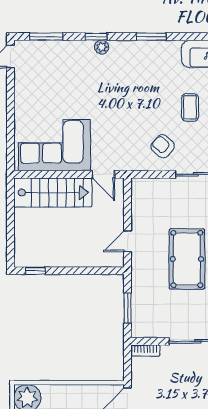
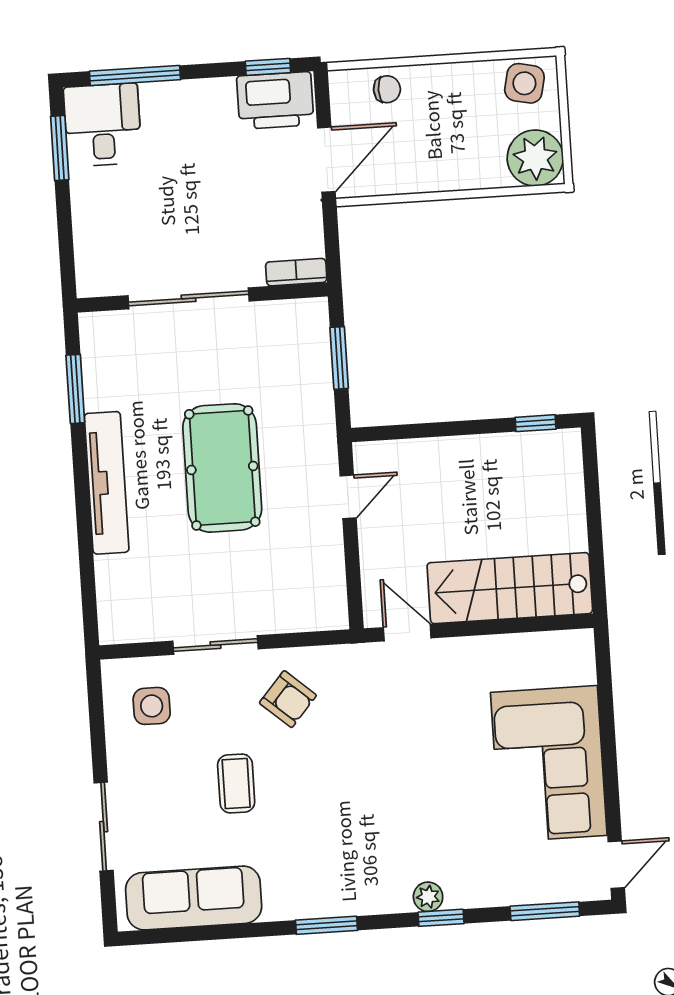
corner sofa: (54, 145) -> (549, 764), moved, turned 90

